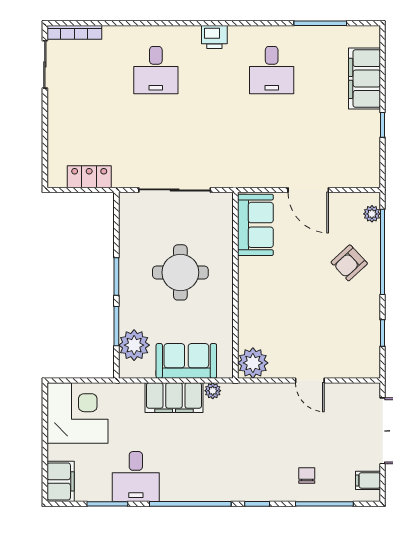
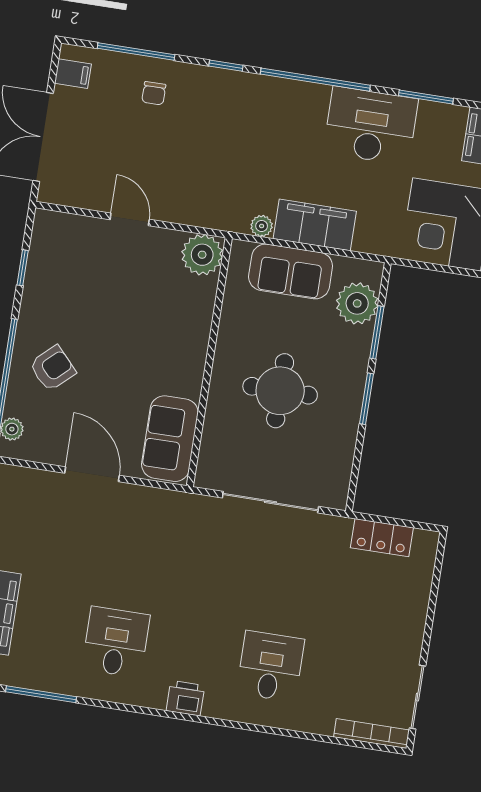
desk: (136, 477) -> (371, 126), width x1.37

